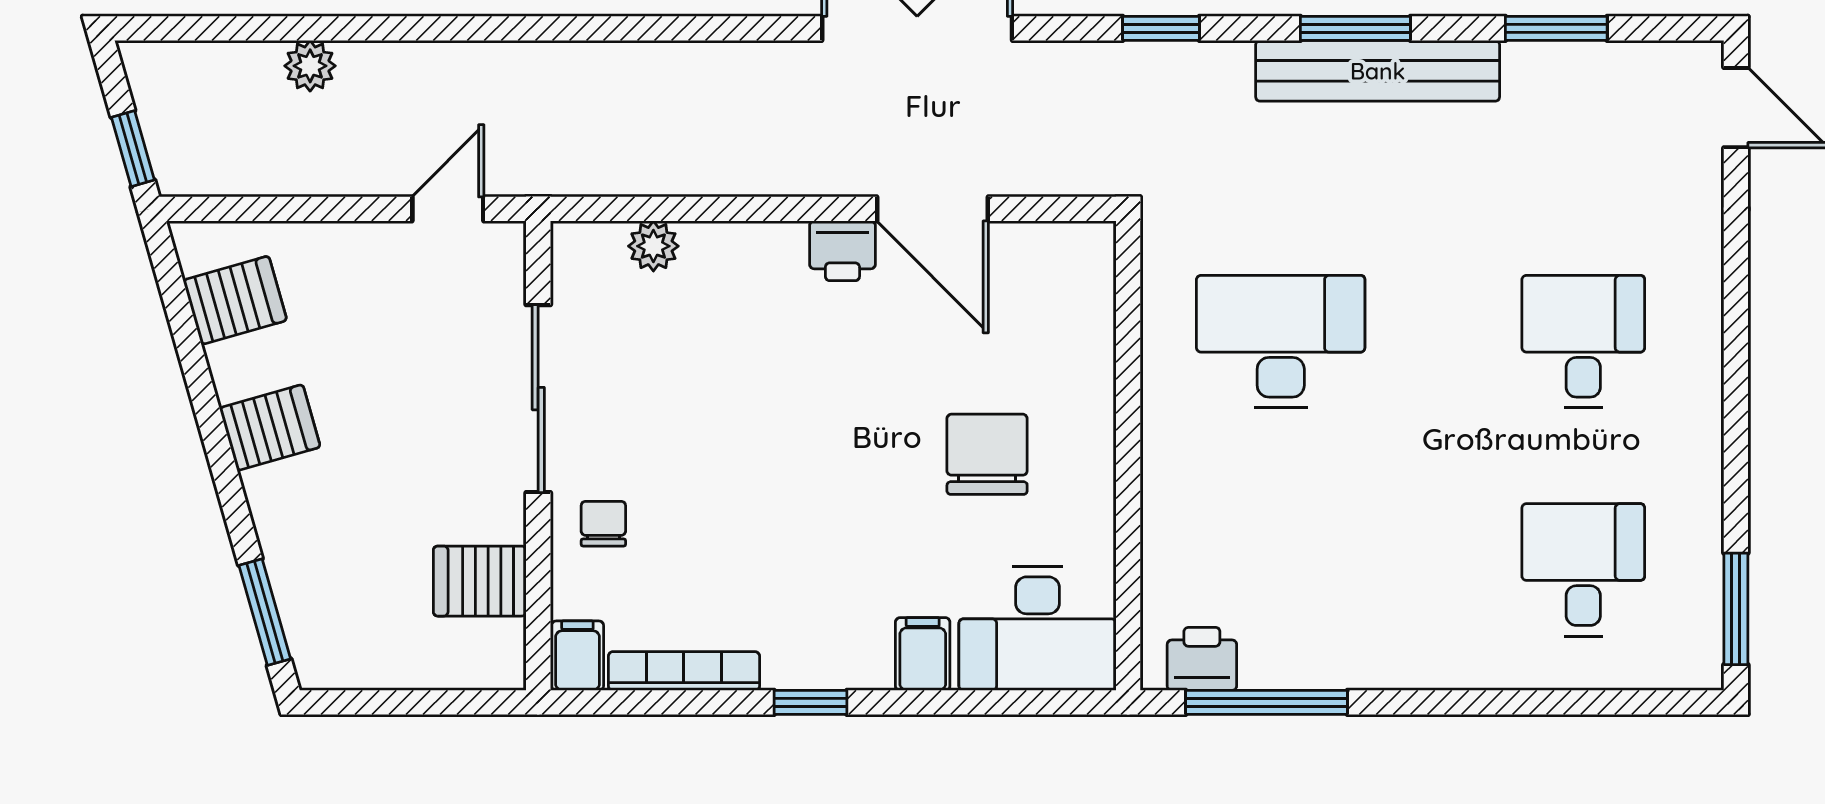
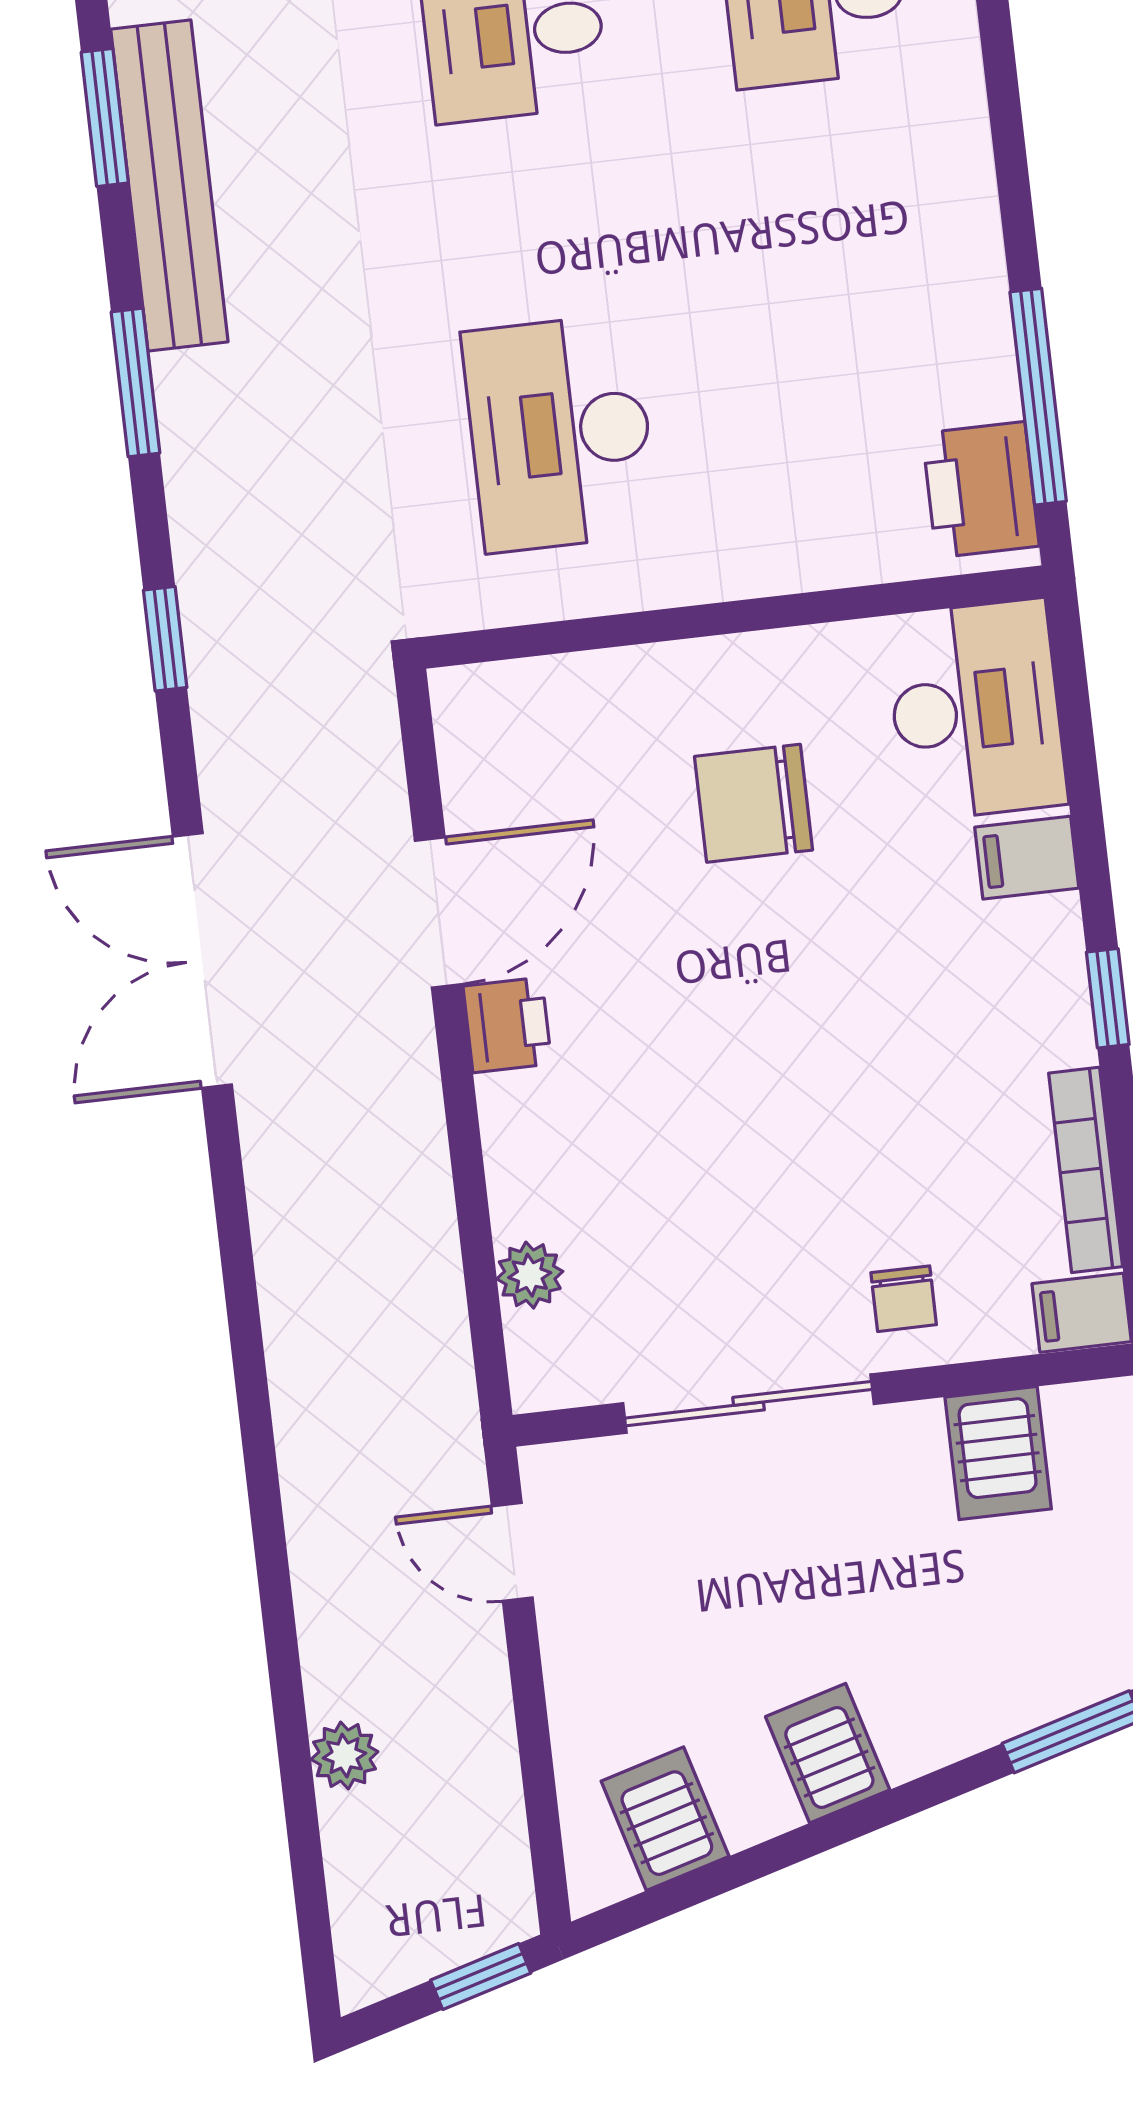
bench: (1378, 71) -> (169, 185), moved
chair: (603, 524) -> (904, 1299), turned -90
printer: (1202, 659) -> (981, 490), width x1.36, depth x1.24

